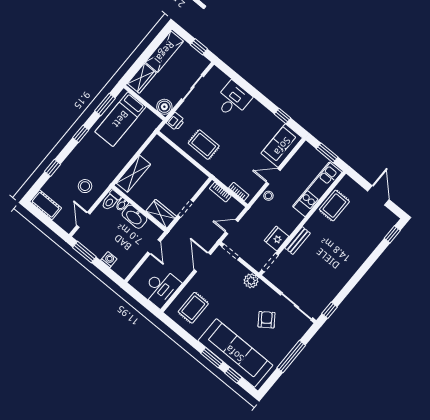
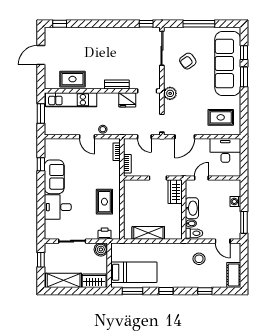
sofa: (282, 146) -> (54, 177), moved, turned -90
shelving: (133, 174) -> (148, 233), moved
door: (83, 220) -> (223, 241), hinge flipped

